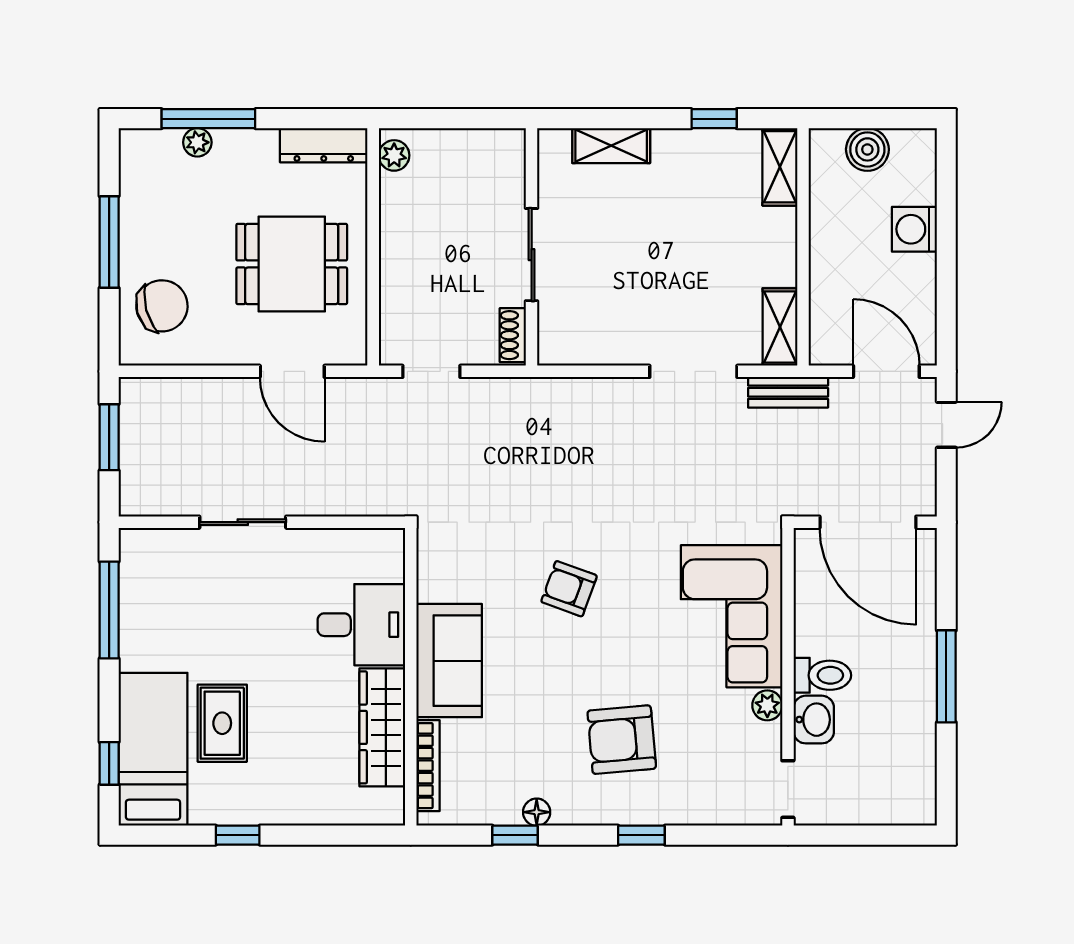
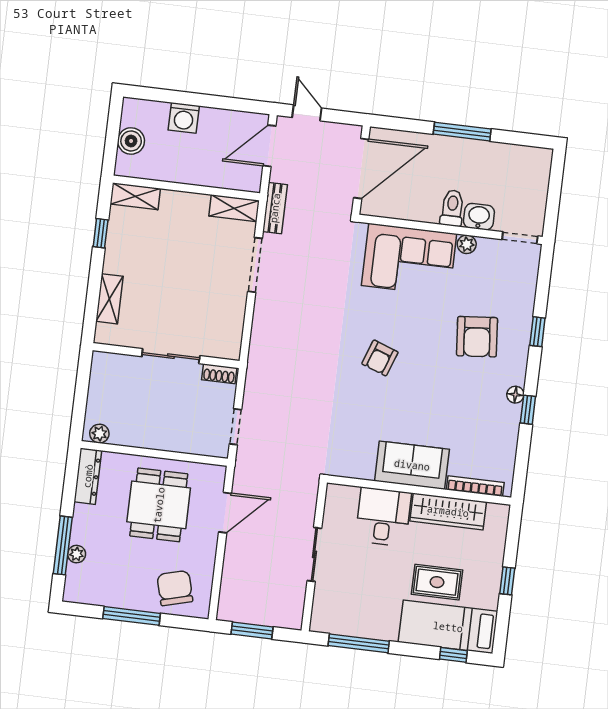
desk: (361, 625) -> (383, 517), moved
sofa: (449, 661) -> (412, 465), moved
wall: (411, 677) -> (419, 490), moved
wardrobe: (382, 727) -> (448, 511), moved
bookcase: (428, 766) -> (475, 486), moved

